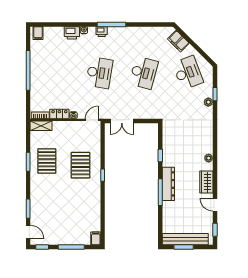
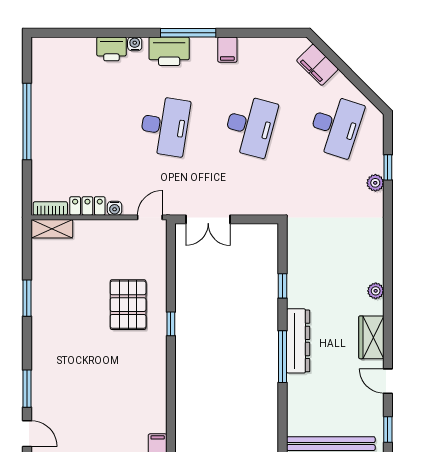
printer: (102, 32) -> (169, 51), width x1.87, depth x1.48
filing cabinet: (38, 33) -> (227, 50), moved
desk: (188, 73) -> (336, 126), turned 39
pallet: (47, 161) -> (63, 297), removed

